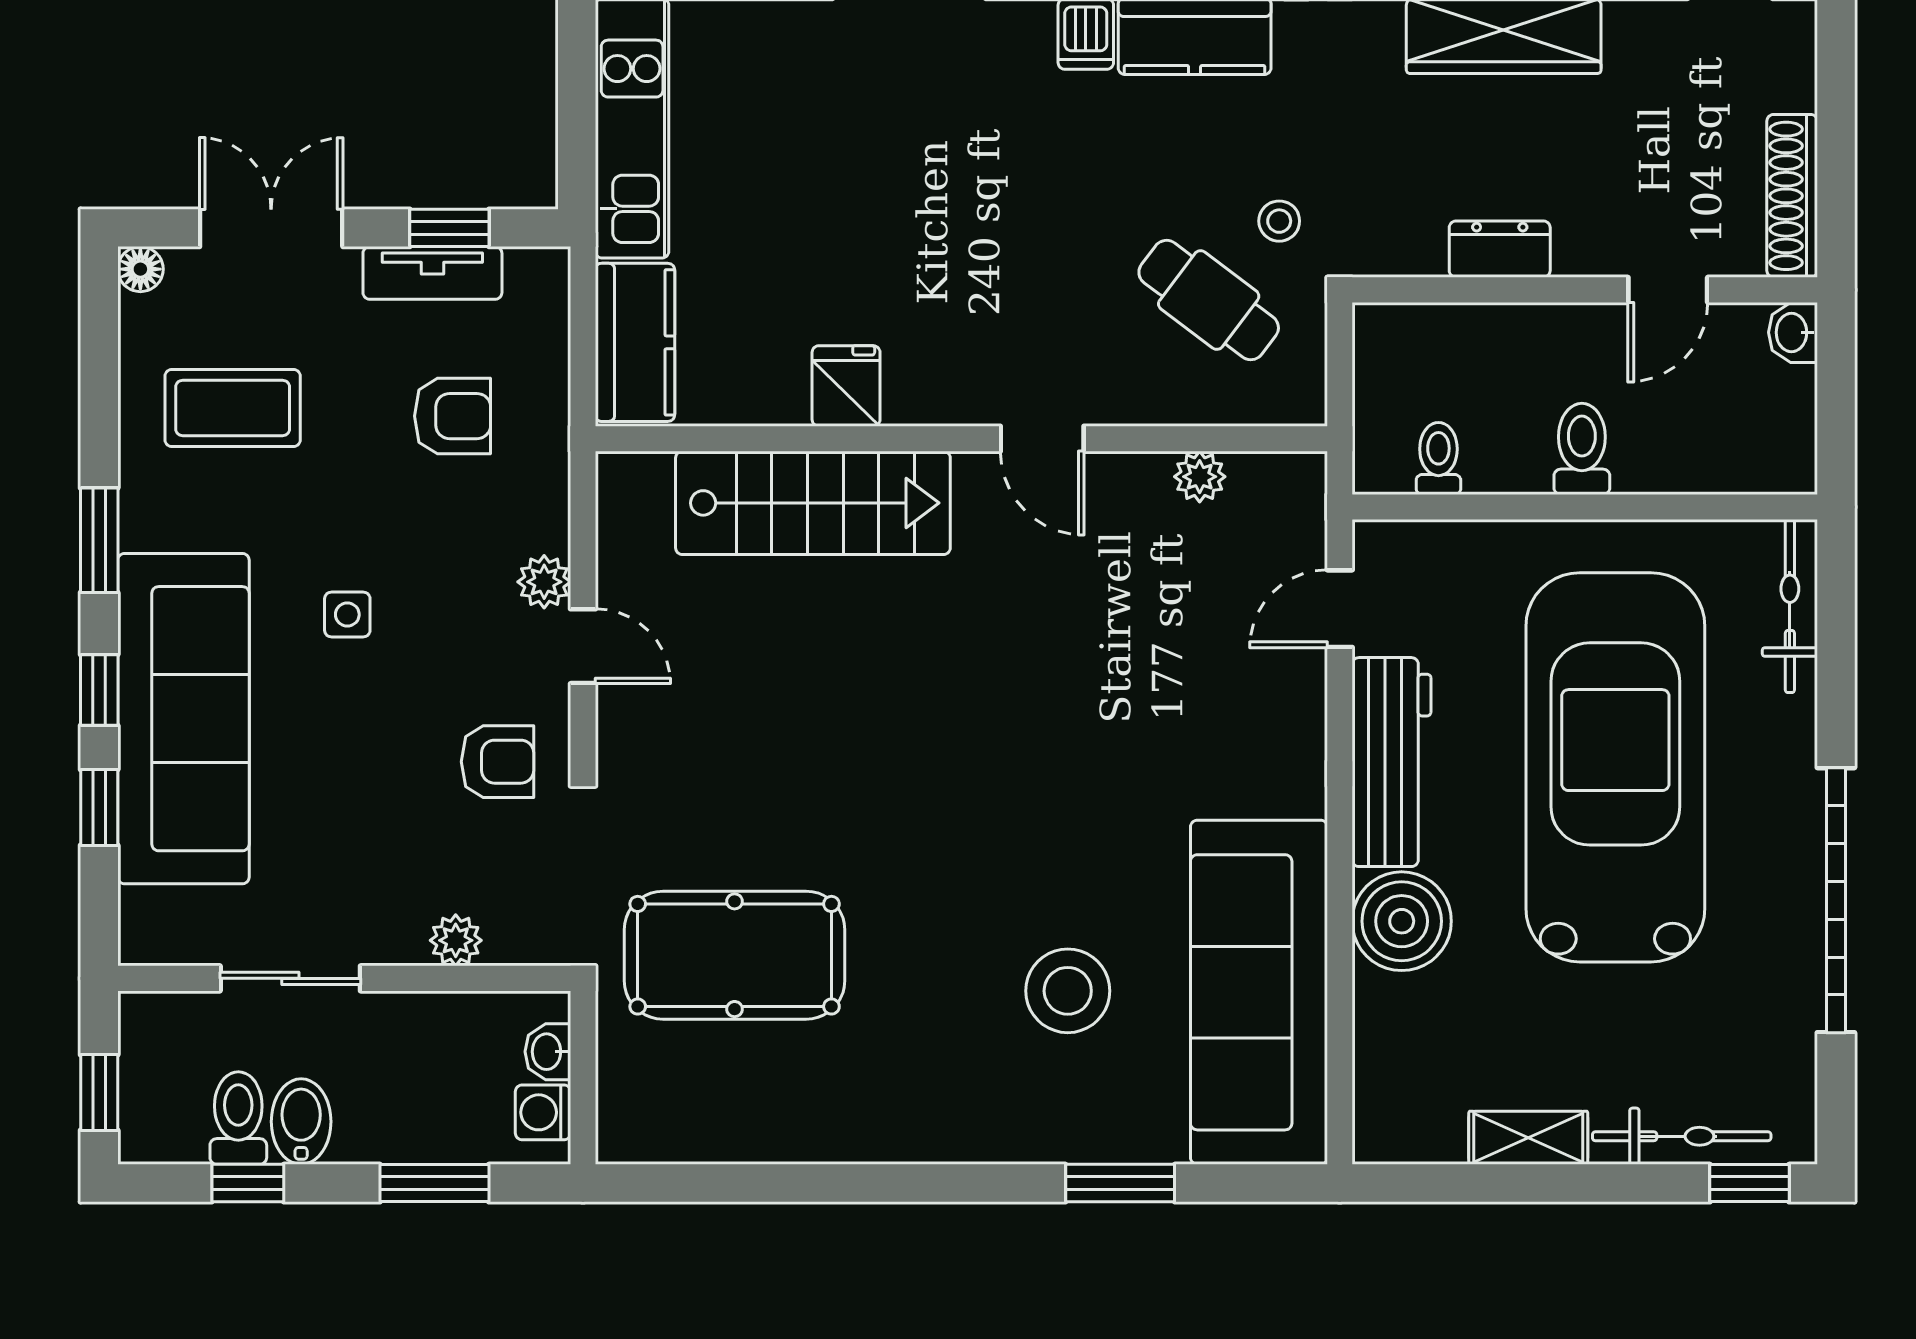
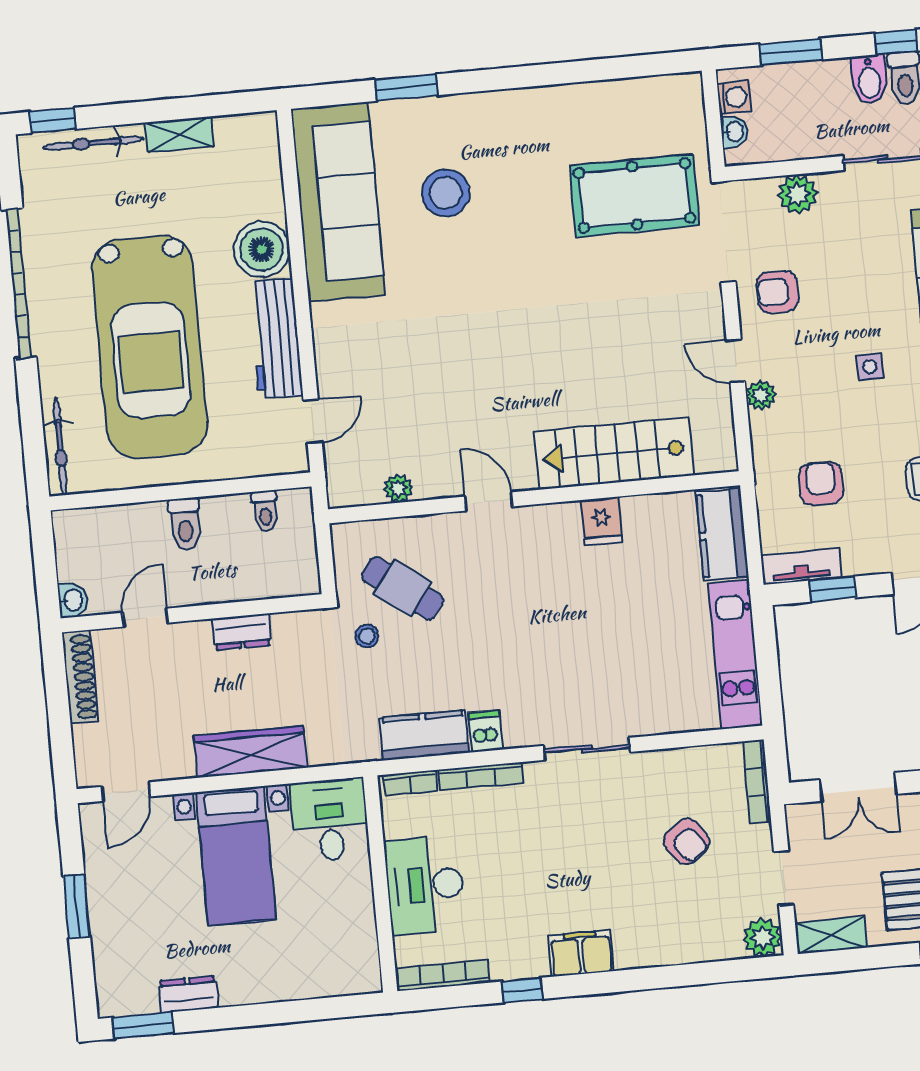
tv unit: (432, 273) -> (801, 566), moved
armchair: (453, 416) -> (821, 484), turned 90
plant: (456, 940) -> (798, 194), width x1.38, depth x1.38

